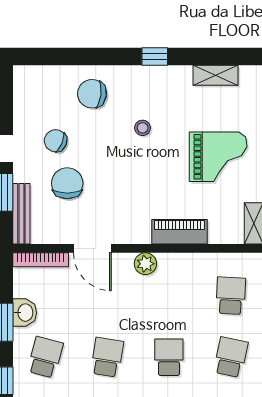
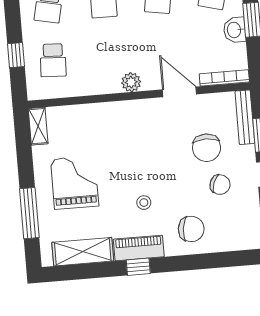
shelving: (215, 75) -> (83, 252), width x1.50, depth x1.33
grand piano: (218, 157) -> (75, 182), turned 90
piano: (179, 232) -> (139, 248), moved, turned 180

